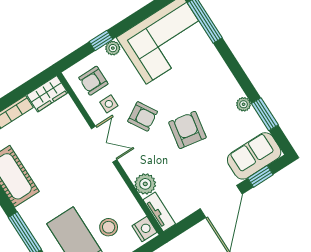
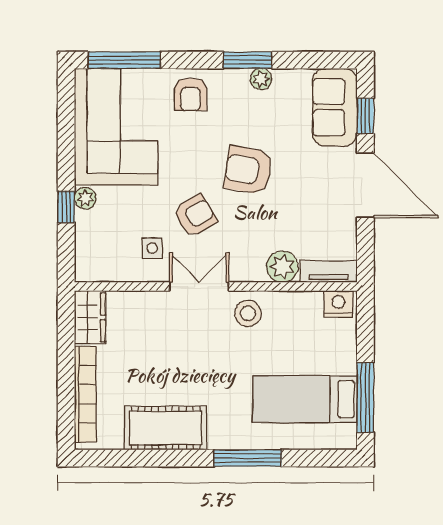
armchair: (93, 81) -> (190, 94), moved
window: (265, 114) -> (247, 60), moved
stool: (109, 227) -> (248, 313), moved

